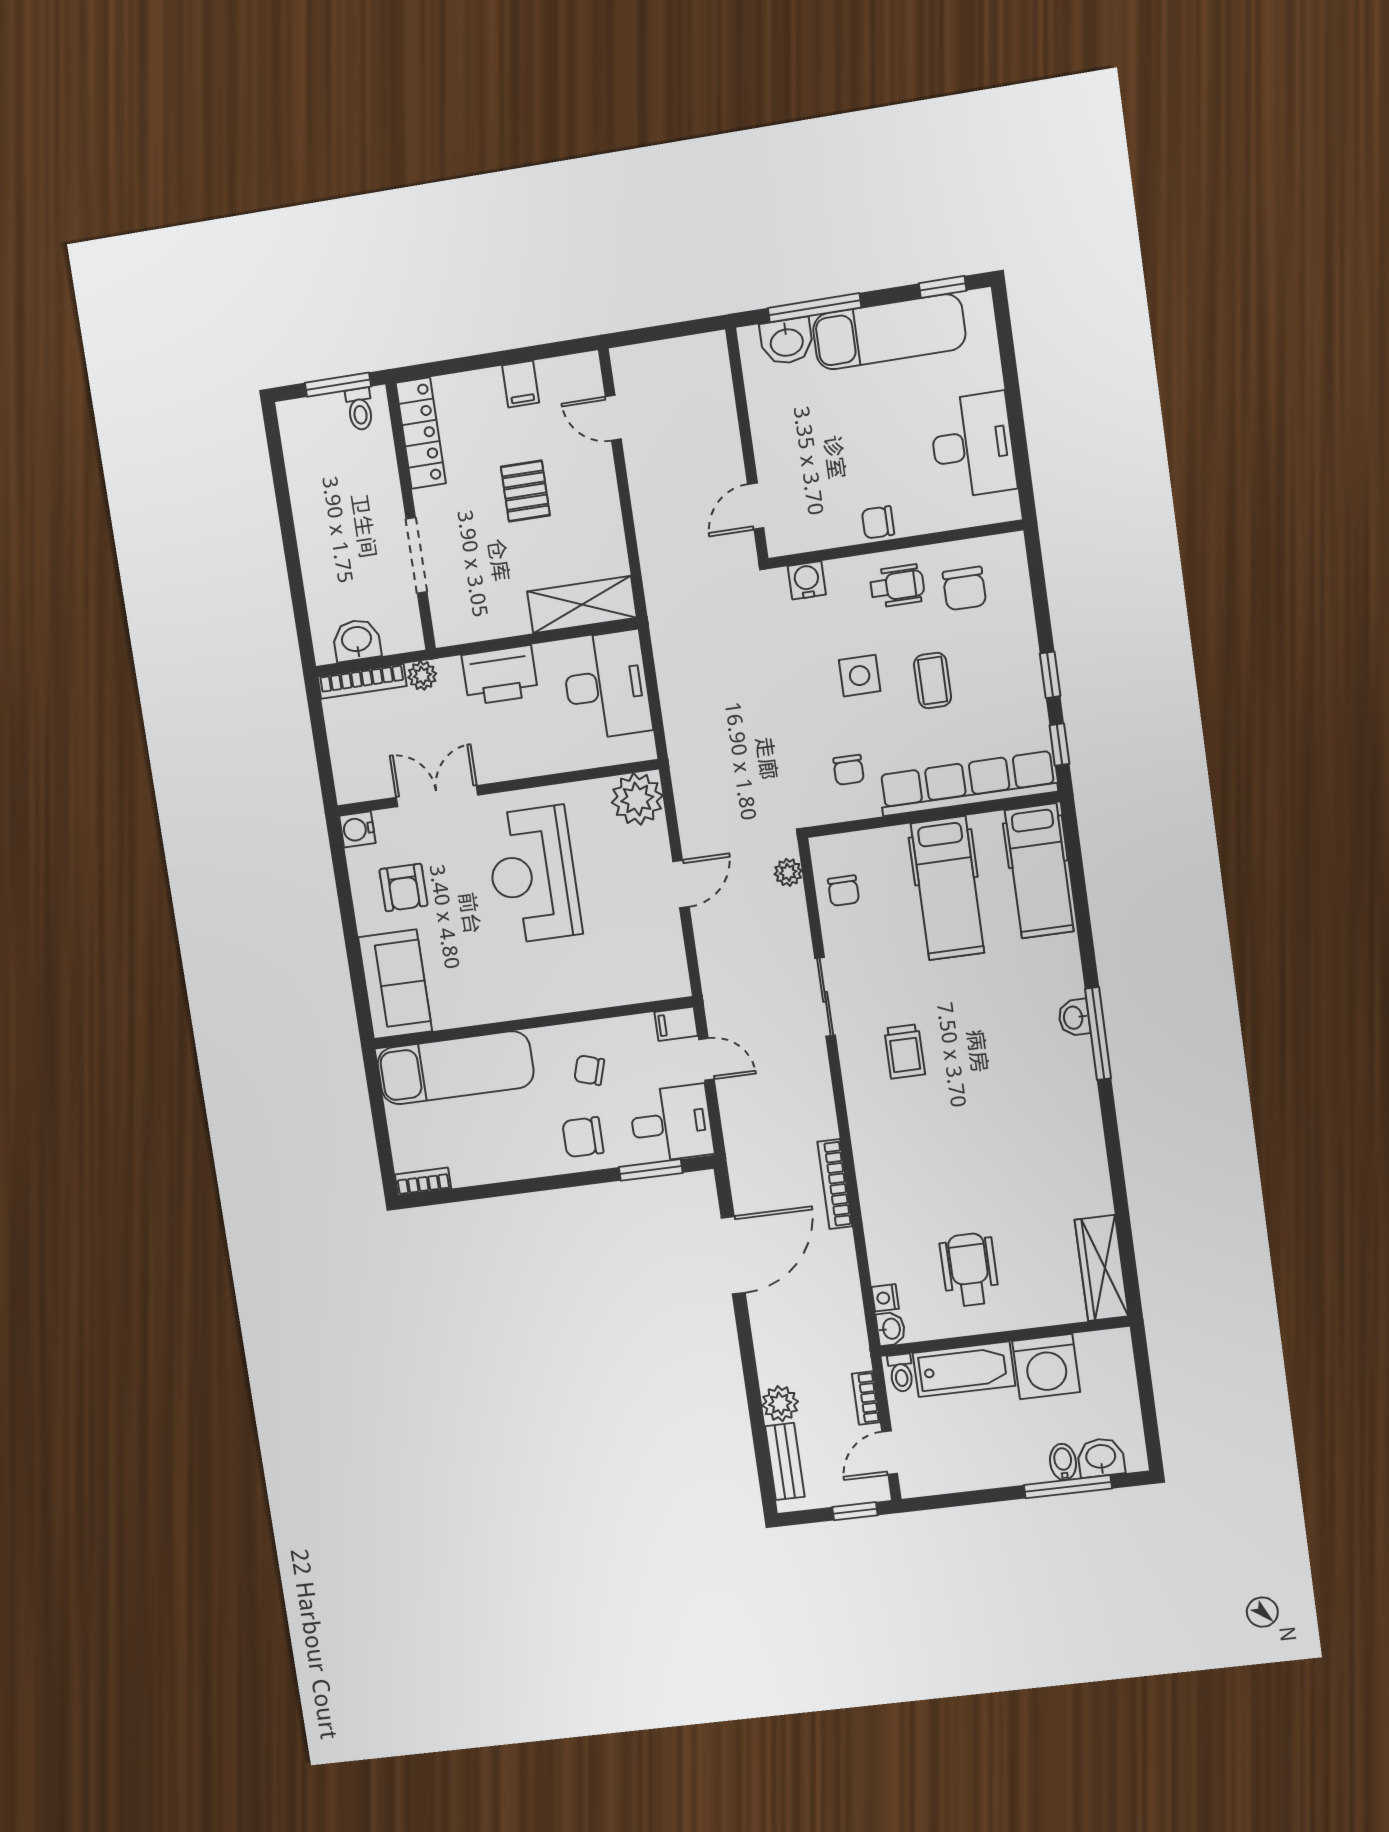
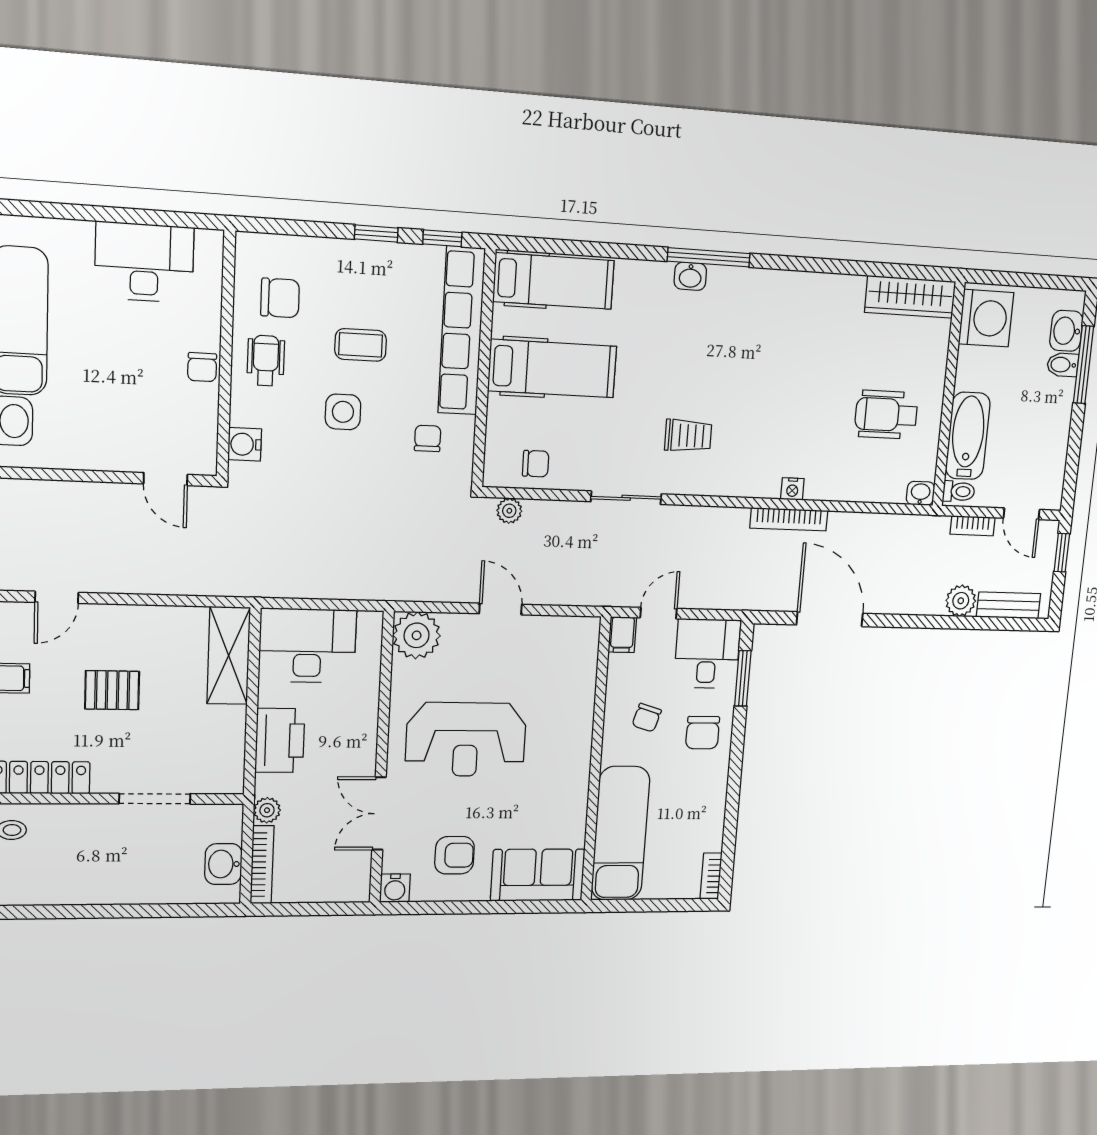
chair: (849, 770) -> (428, 438), turned -90
nightstand: (885, 1298) -> (792, 489), moved
washing machine: (1046, 1367) -> (986, 318), moved

